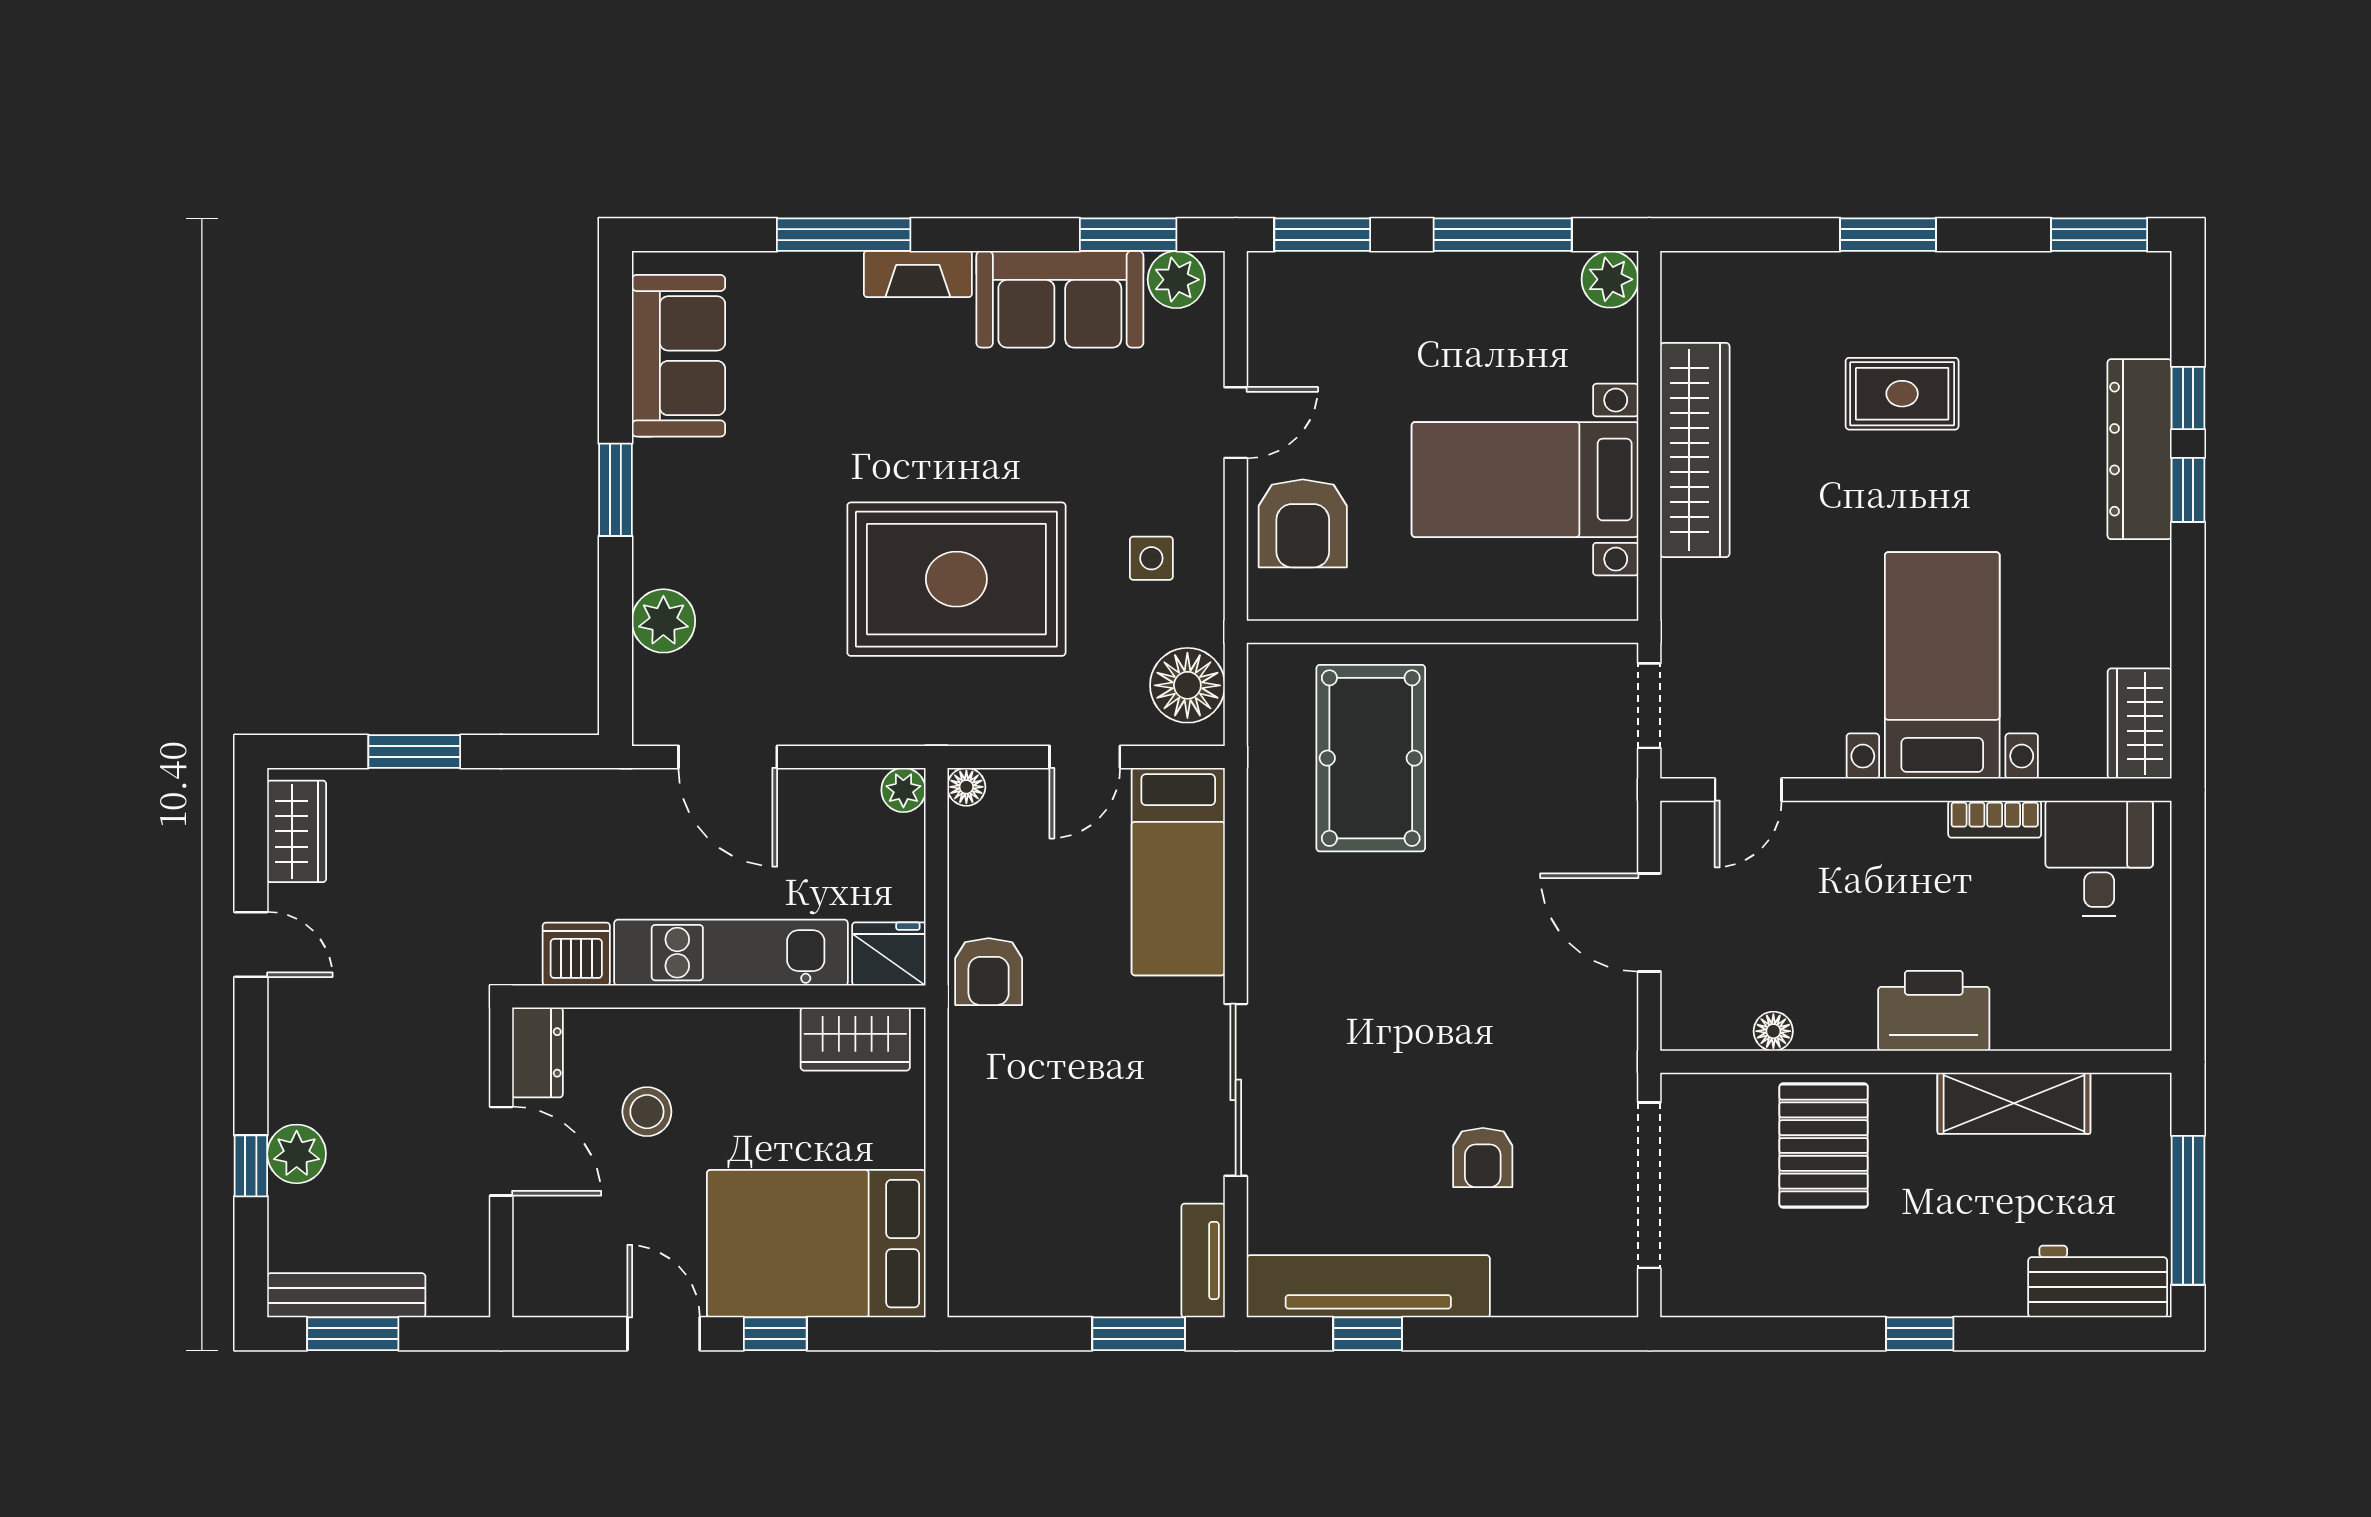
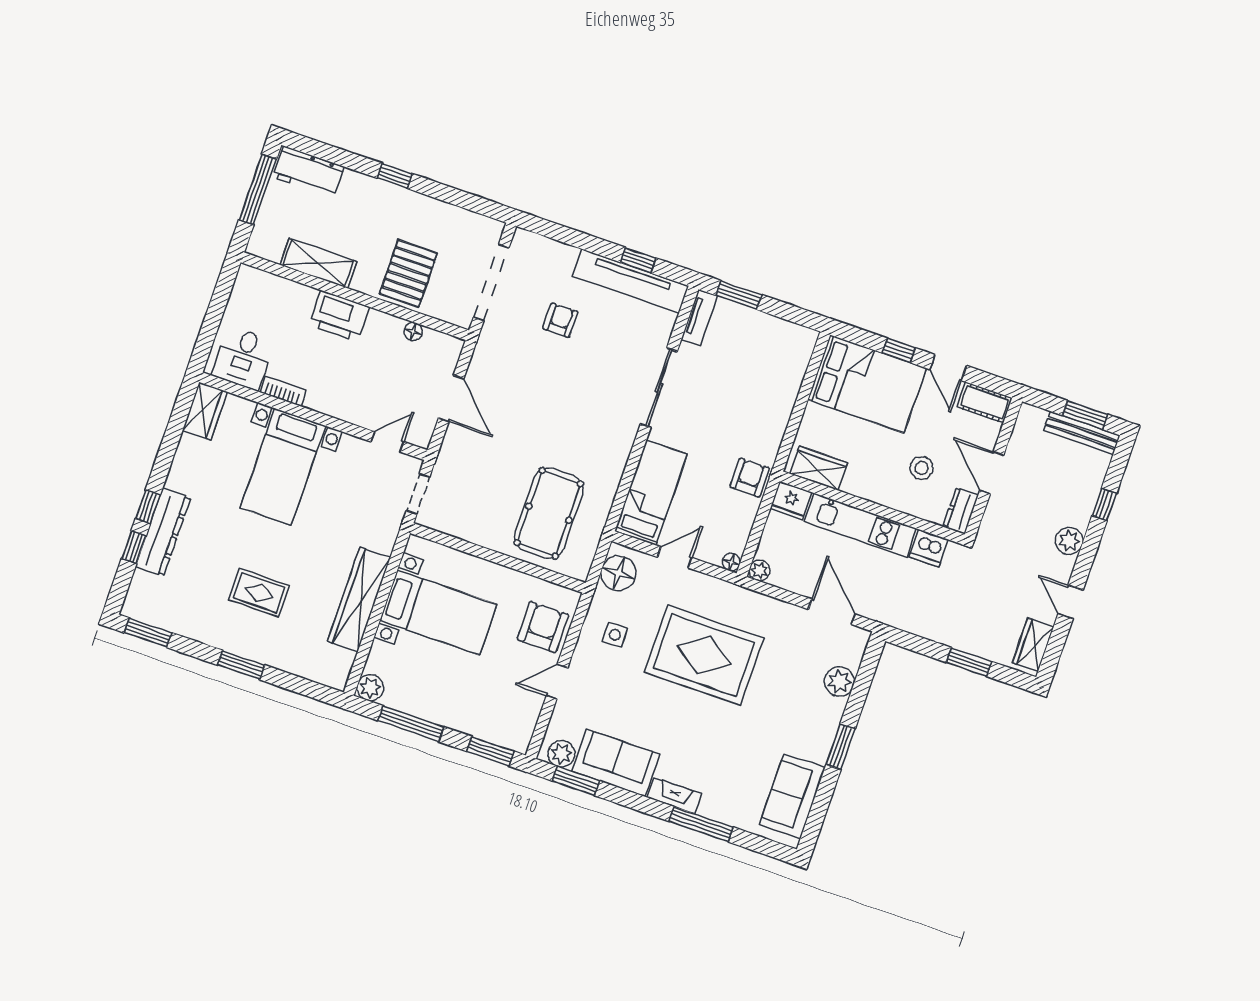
plant: (297, 1154) -> (1069, 541), moved
cot: (565, 1289) -> (985, 402), added

